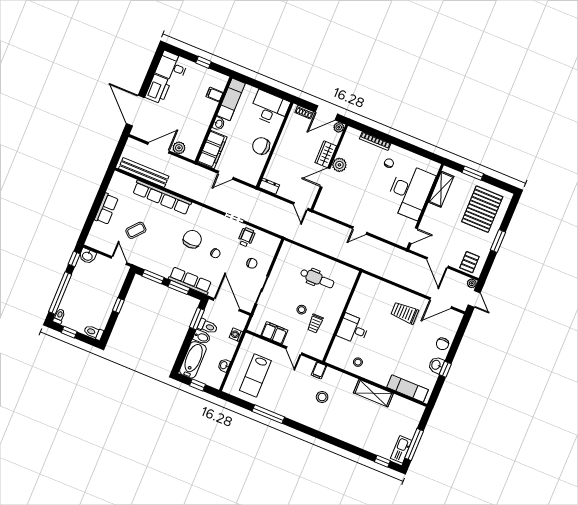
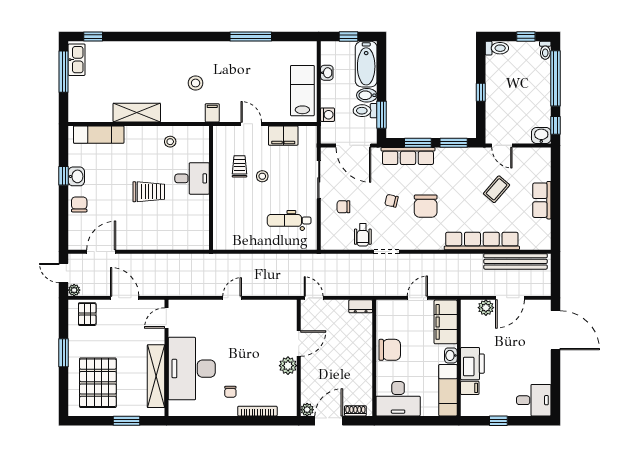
printer: (158, 89) -> (472, 364), moved, turned 180
wardrobe: (326, 154) -> (309, 371), removed
shelving: (441, 189) -> (156, 376), width x1.47
dental chair: (317, 278) -> (289, 220), moved
trolley: (405, 313) -> (149, 192), moved
lab bench: (255, 375) -> (302, 91), moved

